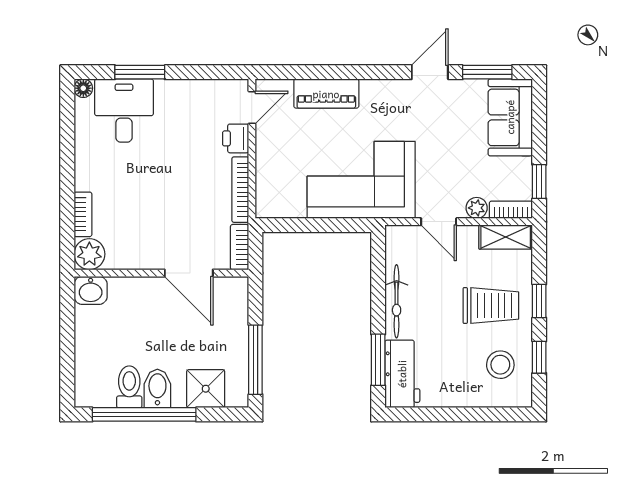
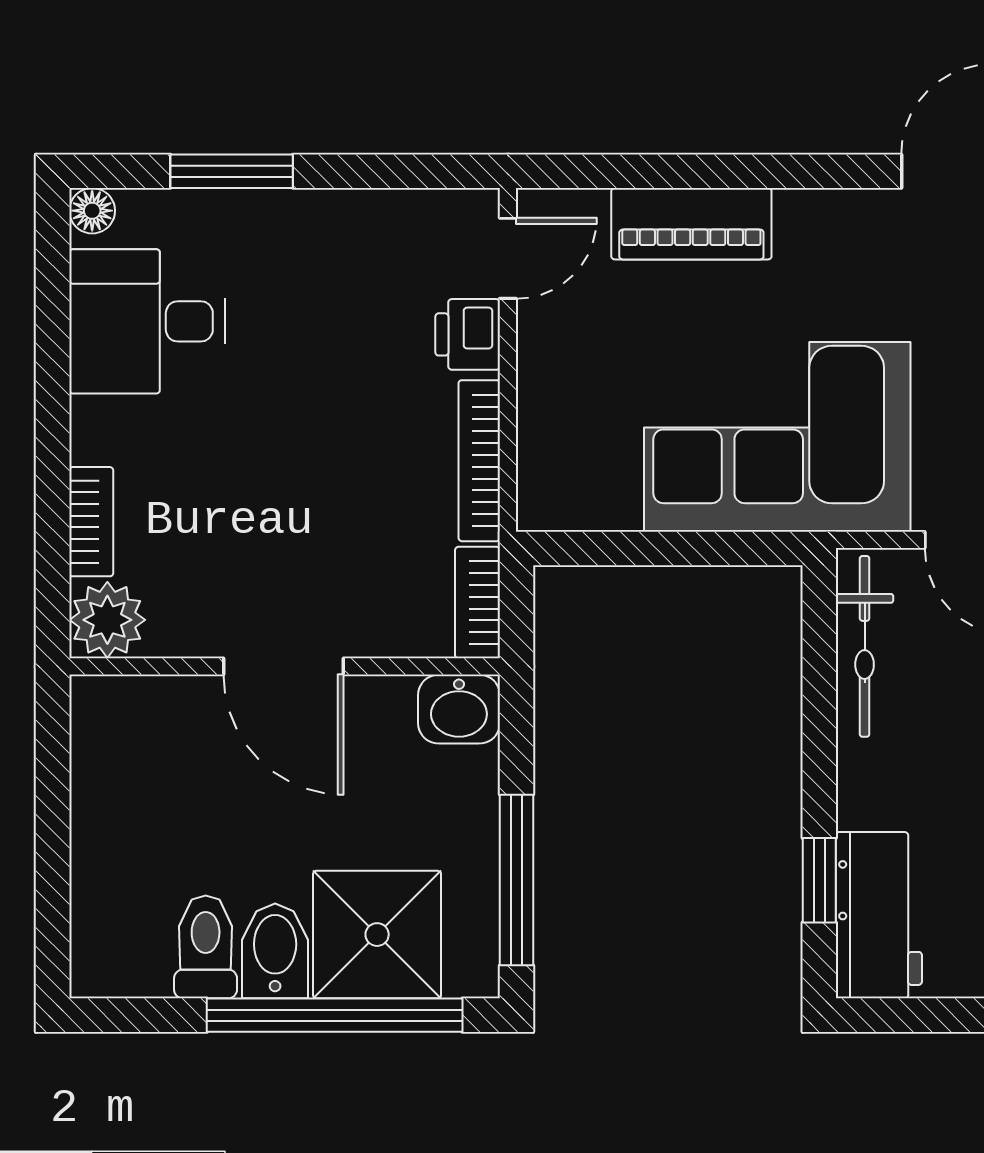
desk: (124, 111) -> (147, 321), moved, turned -90
door: (189, 273) -> (283, 666), moved
washbasin: (91, 290) -> (459, 709), moved
bicycle: (397, 301) -> (865, 646), moved
window: (378, 360) -> (819, 880), width x0.67
shower: (206, 389) -> (377, 935), width x1.36, depth x1.36
window: (144, 414) -> (335, 1015), moved

